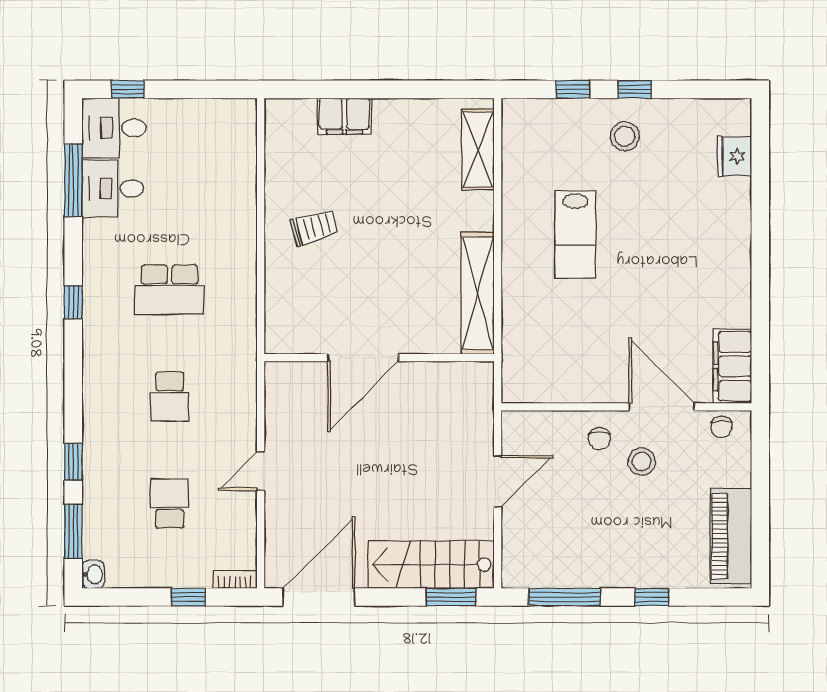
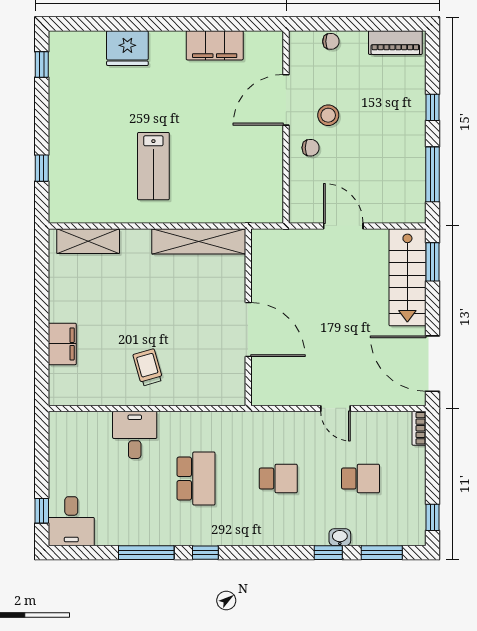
window: (635, 89) -> (42, 65), moved
stool: (625, 136) -> (78, 128), removed
fridge: (735, 156) -> (127, 48), moved, width x1.36, depth x1.34
window: (73, 180) -> (146, 553), moved
desk: (113, 188) -> (135, 435), moved, turned 180
lab bench: (575, 234) -> (153, 166), turned 90
filing cabinet: (732, 366) -> (215, 45), moved
chair: (721, 427) -> (331, 41), moved
school desk: (170, 504) -> (360, 479), turned 180
piano: (731, 536) -> (395, 43), width x0.73, depth x0.75
washbasin: (93, 574) -> (340, 537), moved
window: (188, 597) -> (432, 517), moved

